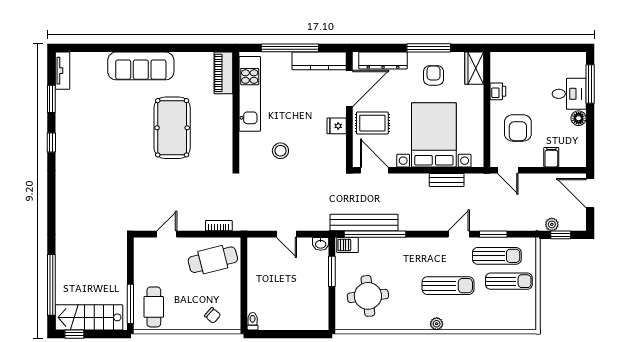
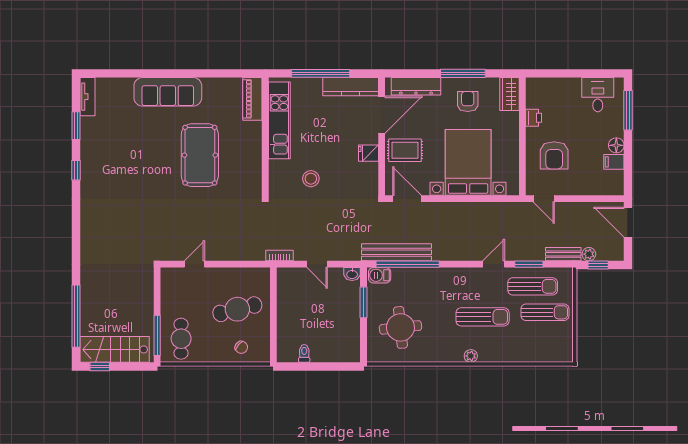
desk: (569, 94) -> (598, 95), moved, turned -90
filing cabinet: (551, 157) -> (614, 162), moved, turned -90
bench: (447, 180) -> (563, 254), moved
bookcase: (219, 226) -> (279, 255), moved
cafe table: (213, 260) -> (237, 309), moved
toilet: (253, 321) -> (304, 353), moved

